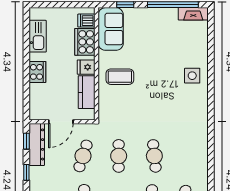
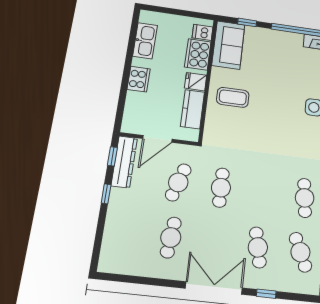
cafe table: (154, 156) -> (305, 198), moved

